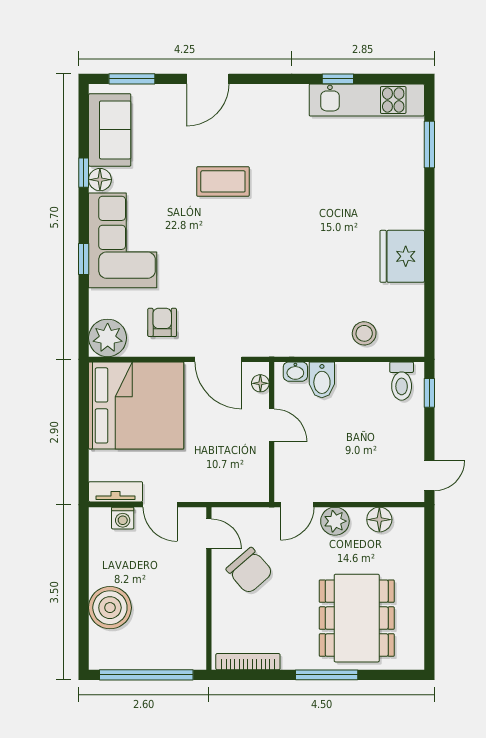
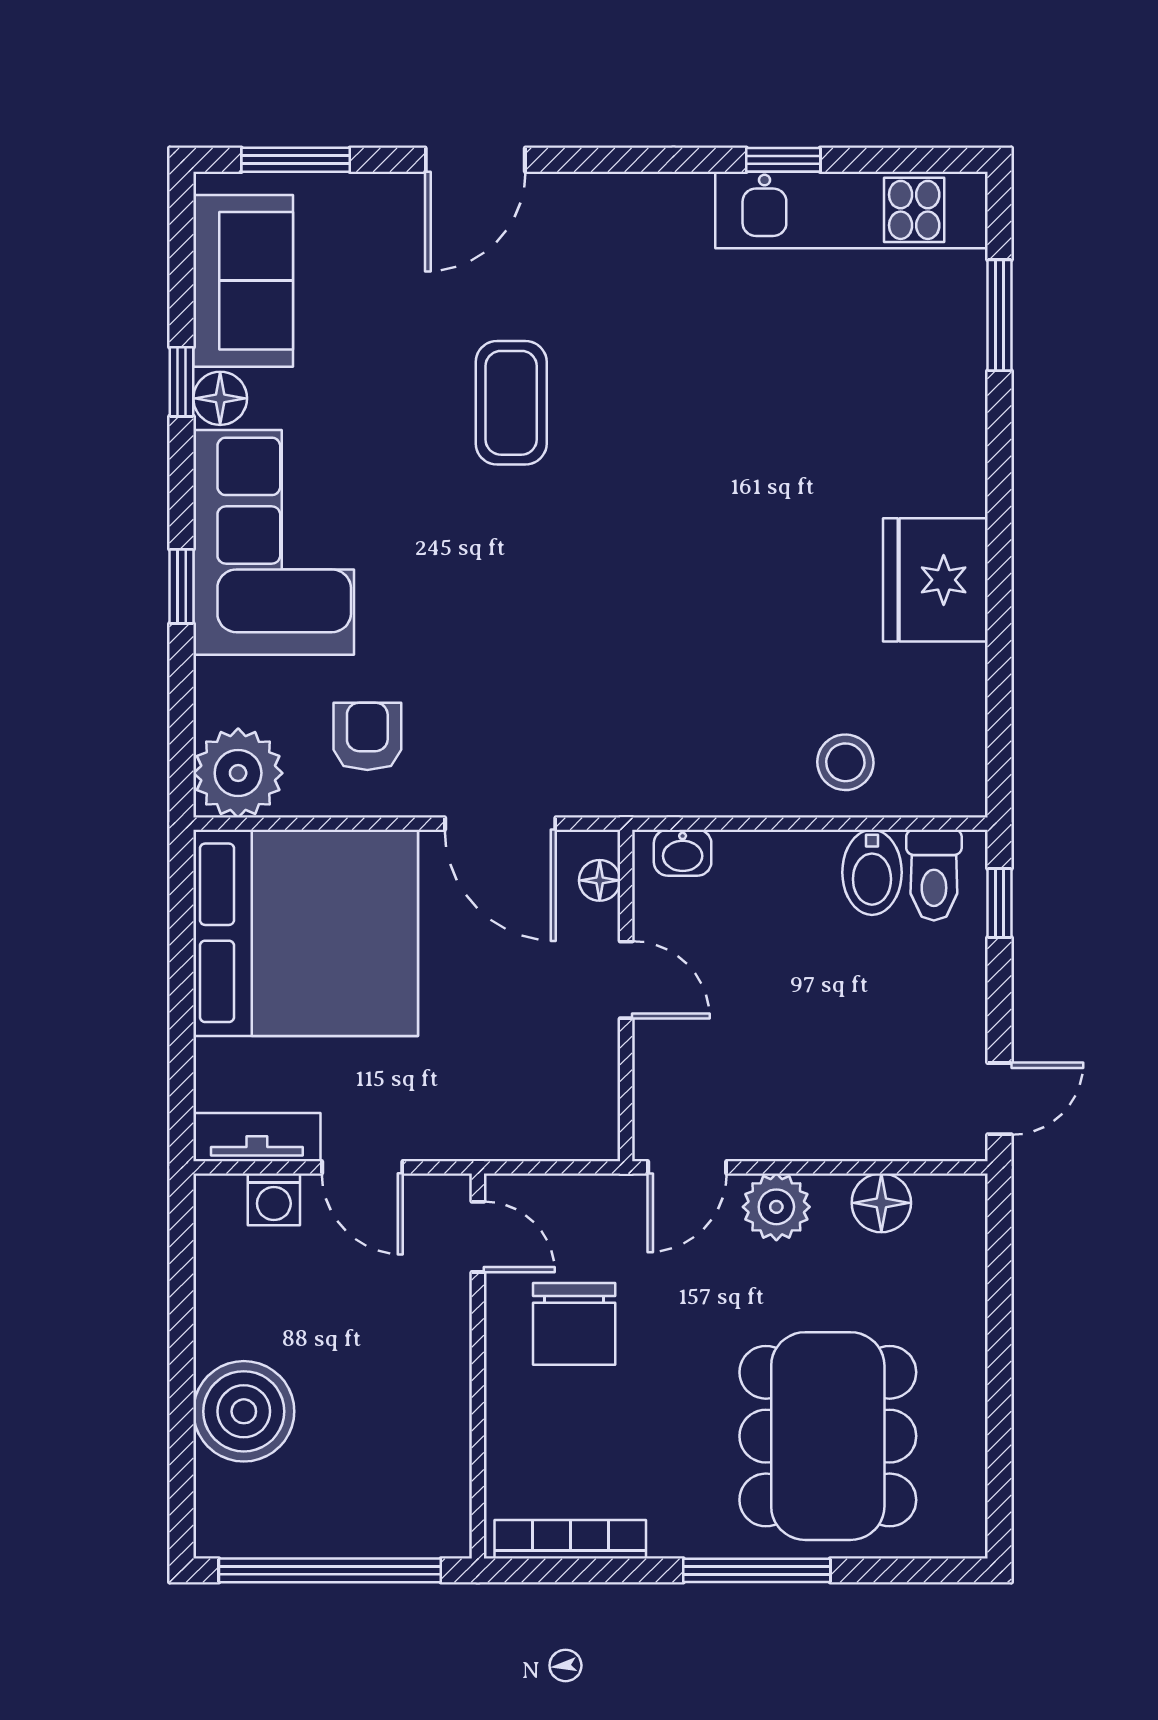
coffee table: (223, 181) -> (511, 403), turned 90
bidet: (322, 380) -> (872, 872), moved
chair: (250, 571) -> (574, 1324), turned 41

